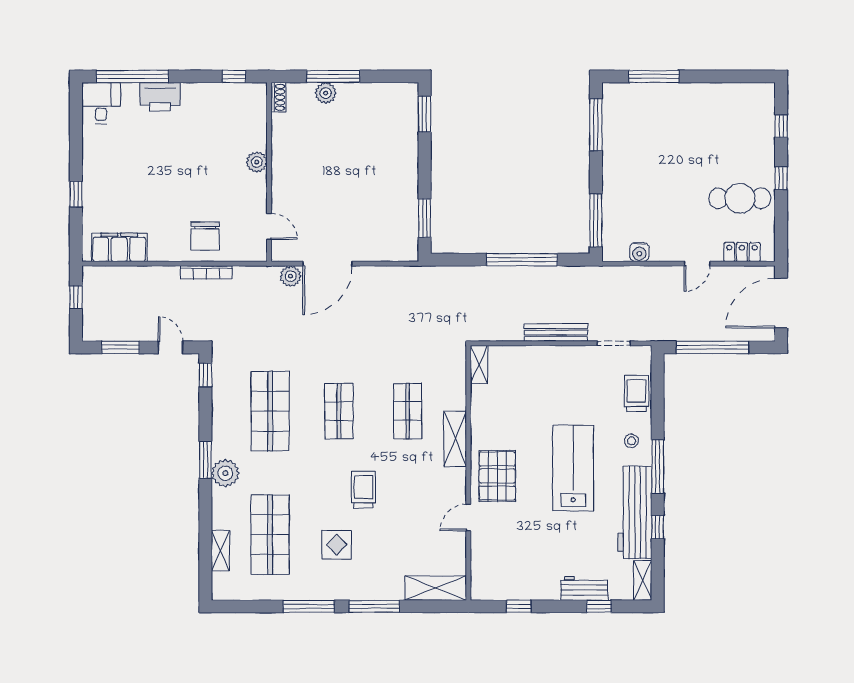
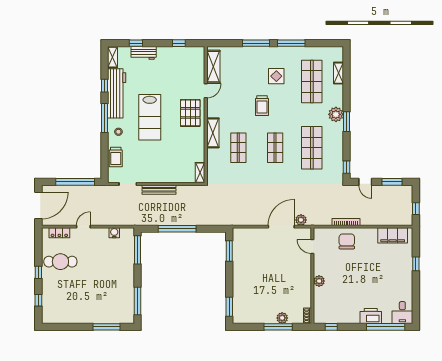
shelving: (436, 588) -> (213, 67), moved, turned 90

